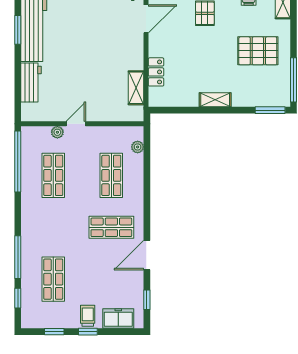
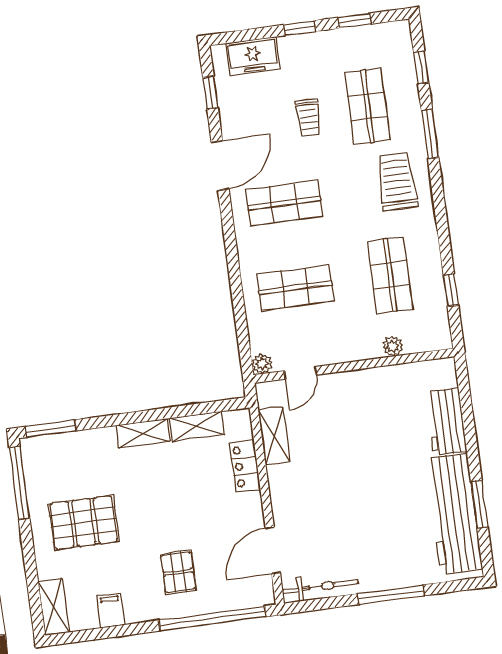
shelving: (182, 100) -> (197, 426), added
door: (76, 124) -> (300, 373), moved
plant: (138, 147) -> (262, 364), moved
window: (18, 161) -> (451, 290), width x0.32
shop shelf: (111, 175) -> (295, 288), turned 90
trolley: (41, 231) -> (397, 182), added
window: (18, 257) -> (430, 134), width x0.69
trolley: (88, 316) -> (308, 117), moved

